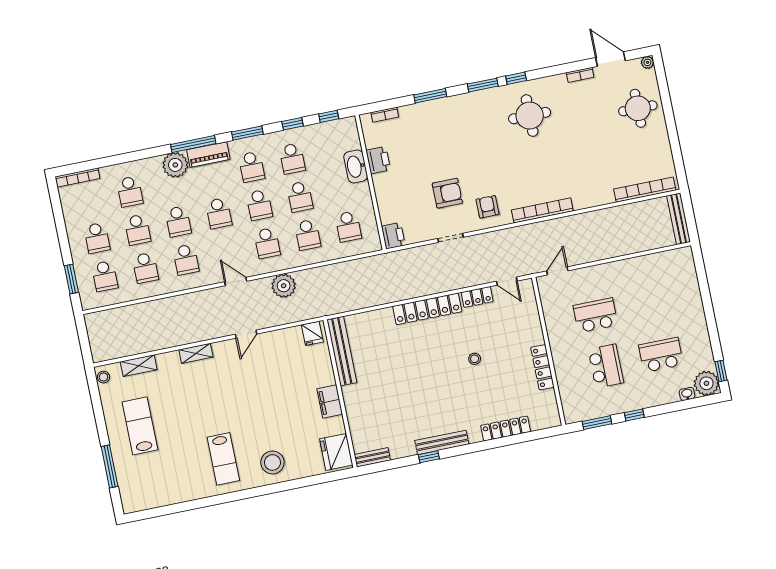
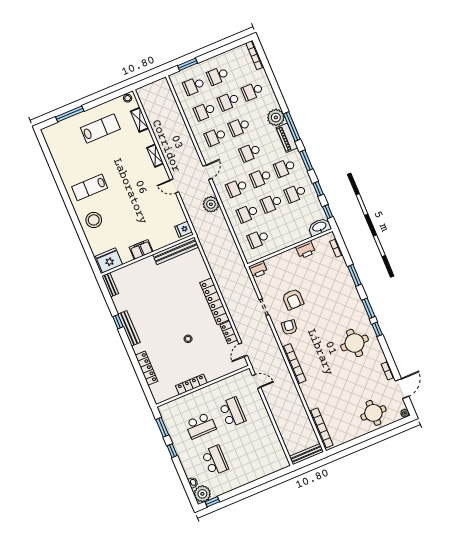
washbasin: (356, 166) -> (319, 227), moved
armchair: (487, 207) -> (289, 327), turned -83

